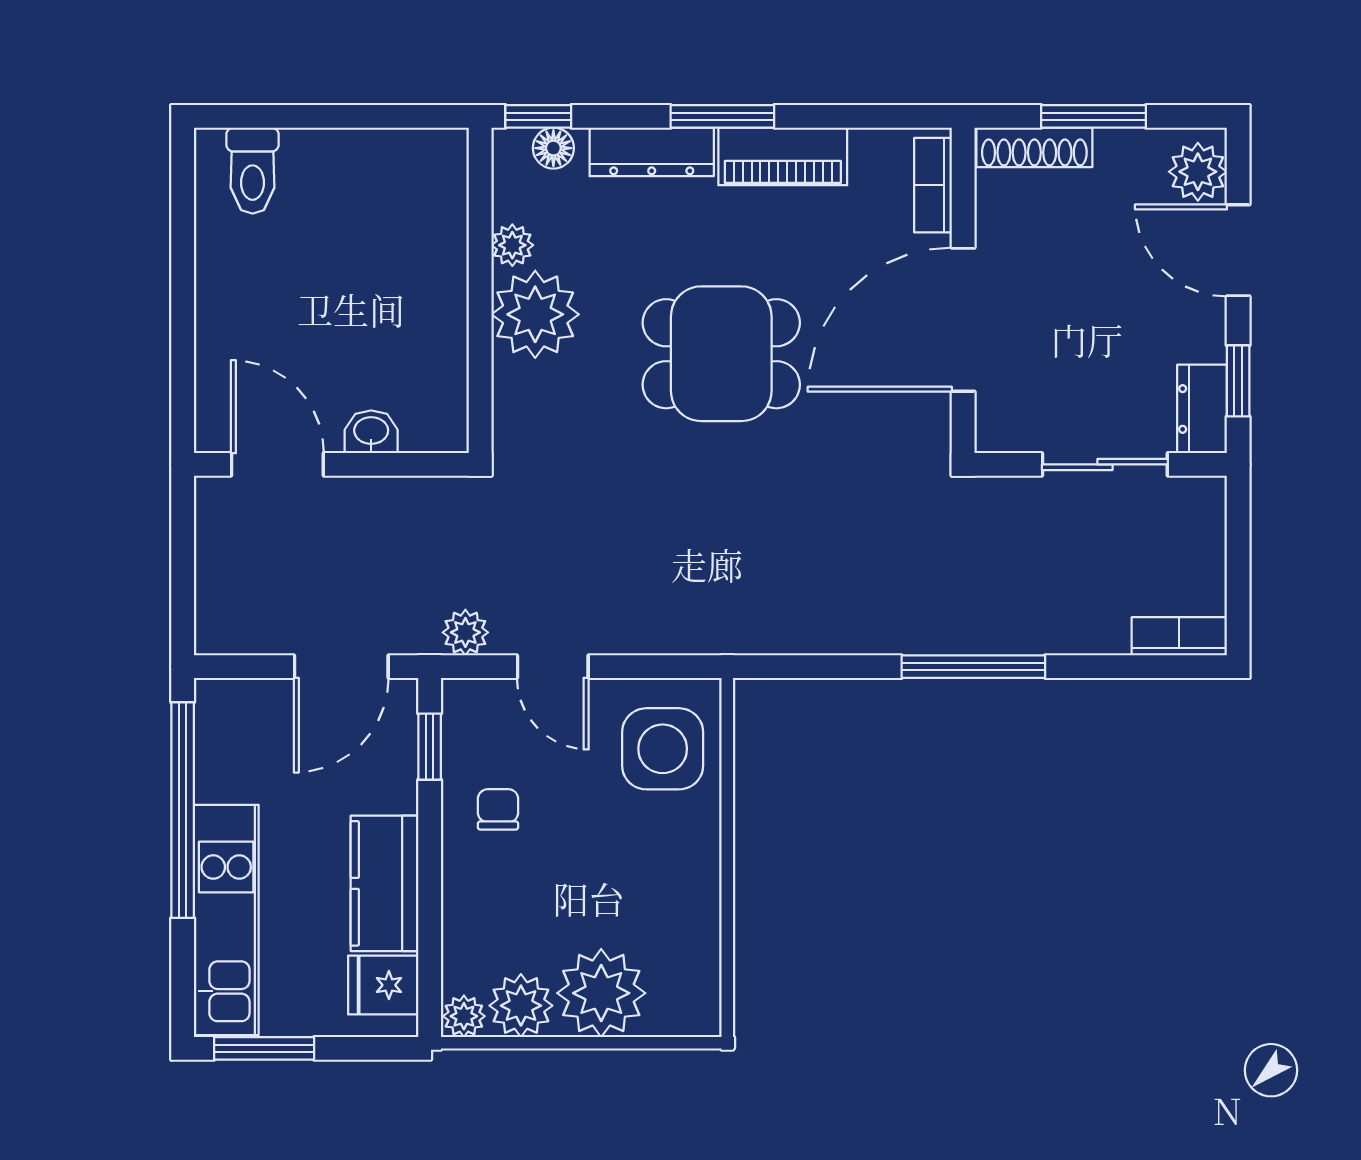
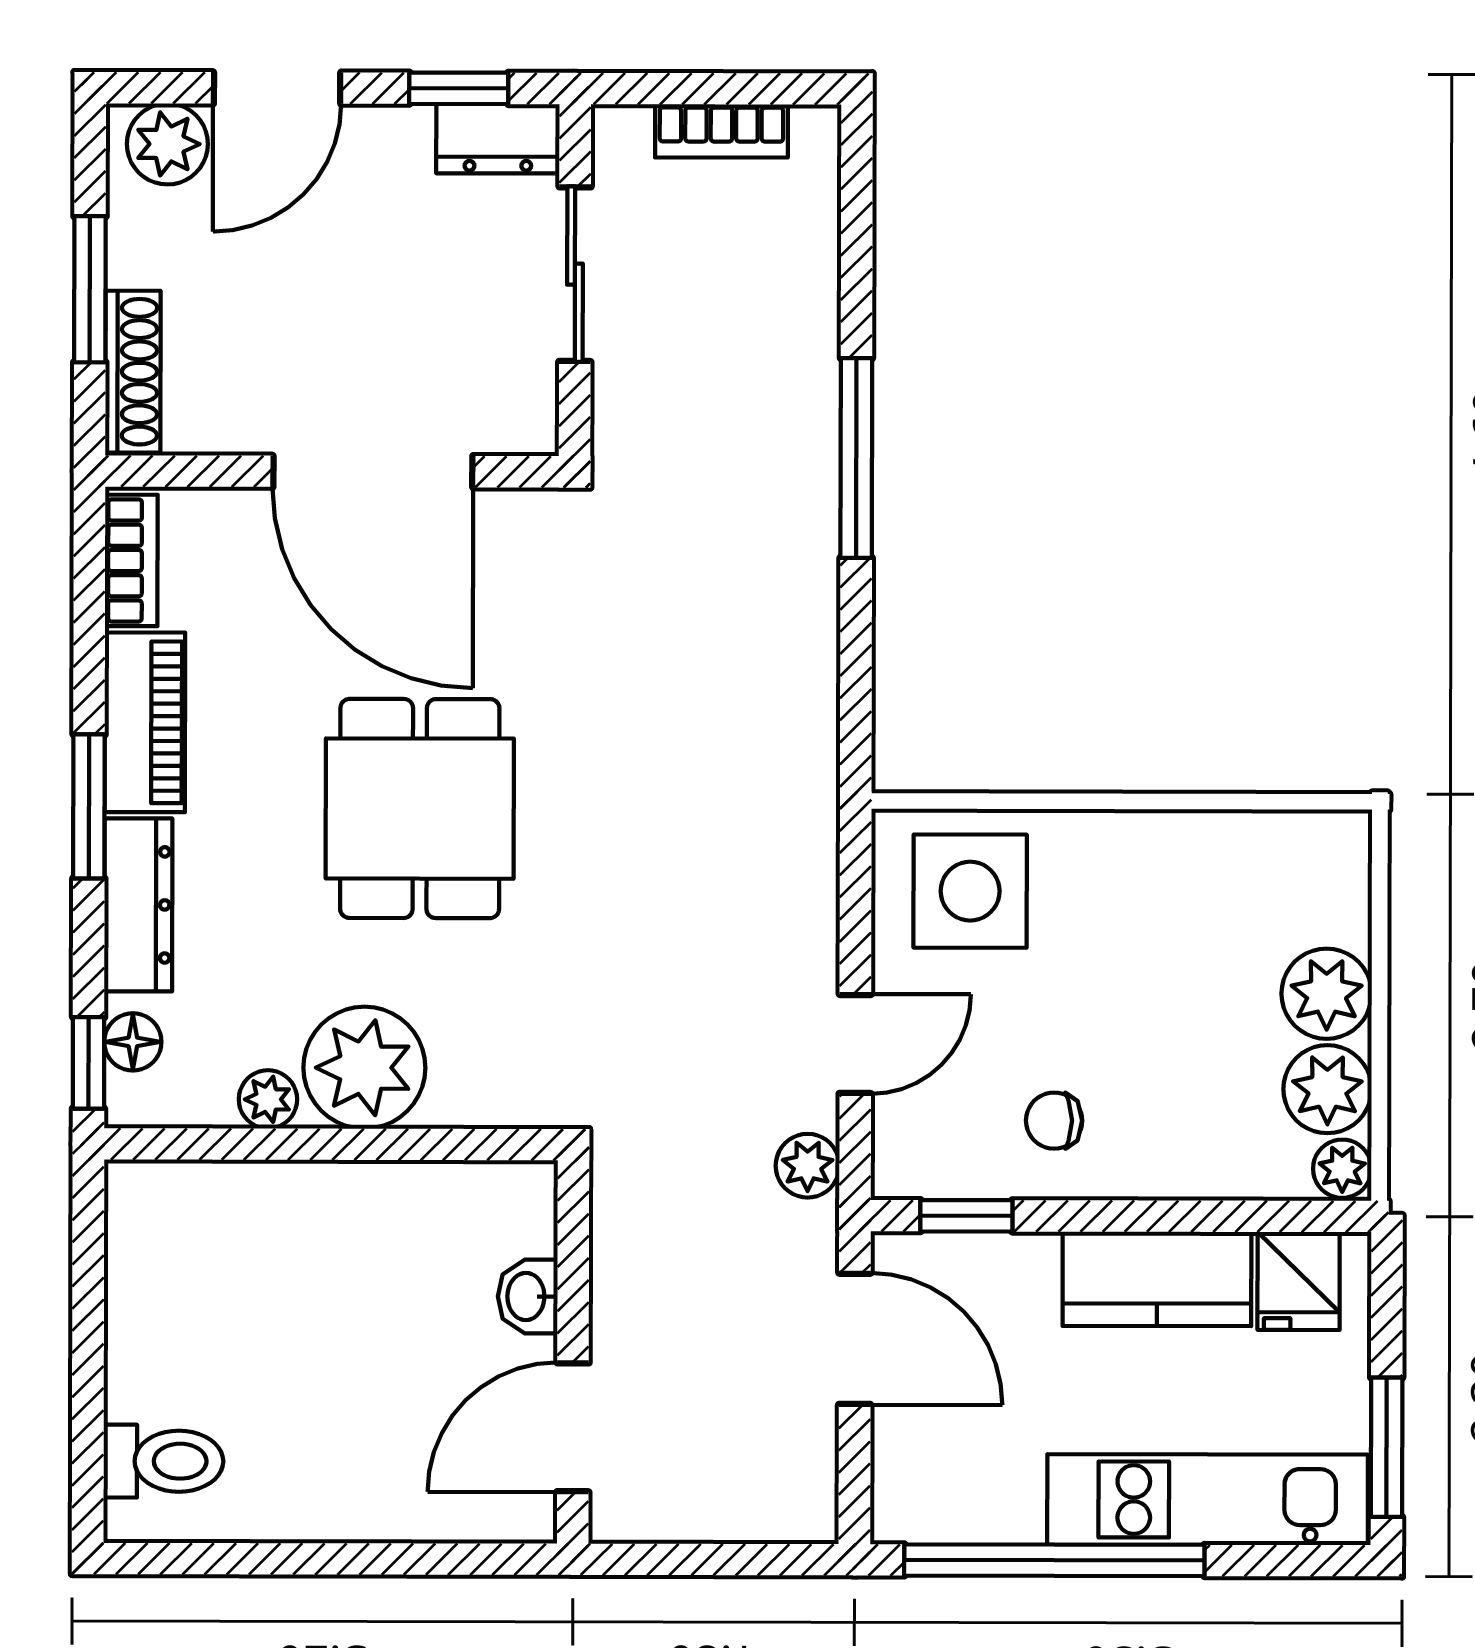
bookcase: (933, 185) -> (131, 560), moved, turned -90
bookcase: (1179, 636) -> (721, 131), moved, turned -90
plant: (601, 993) -> (1327, 994), width x0.73, depth x0.73

